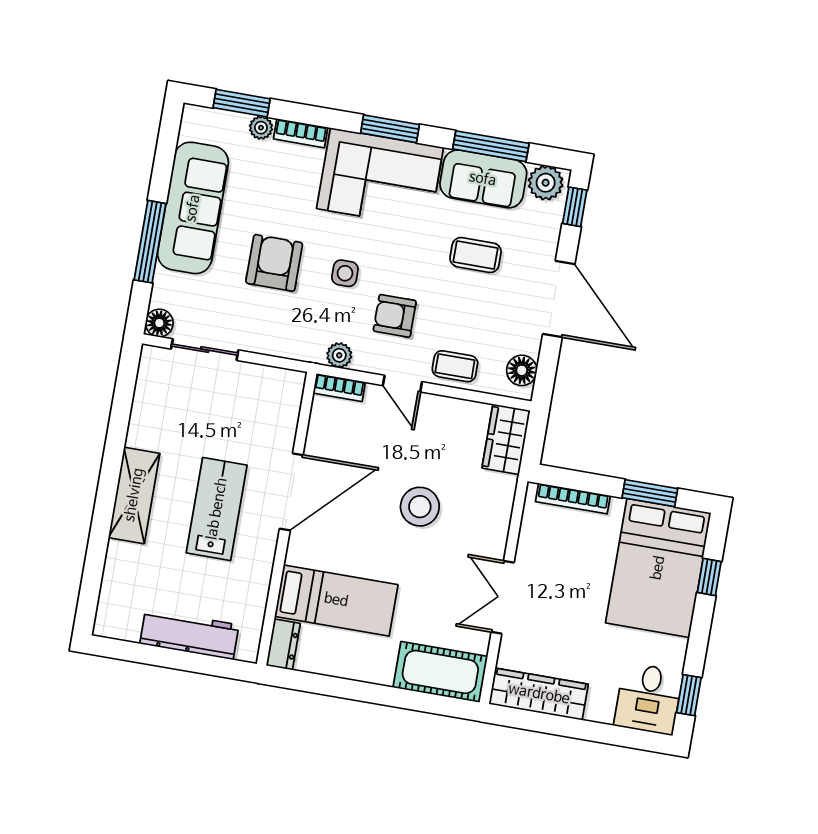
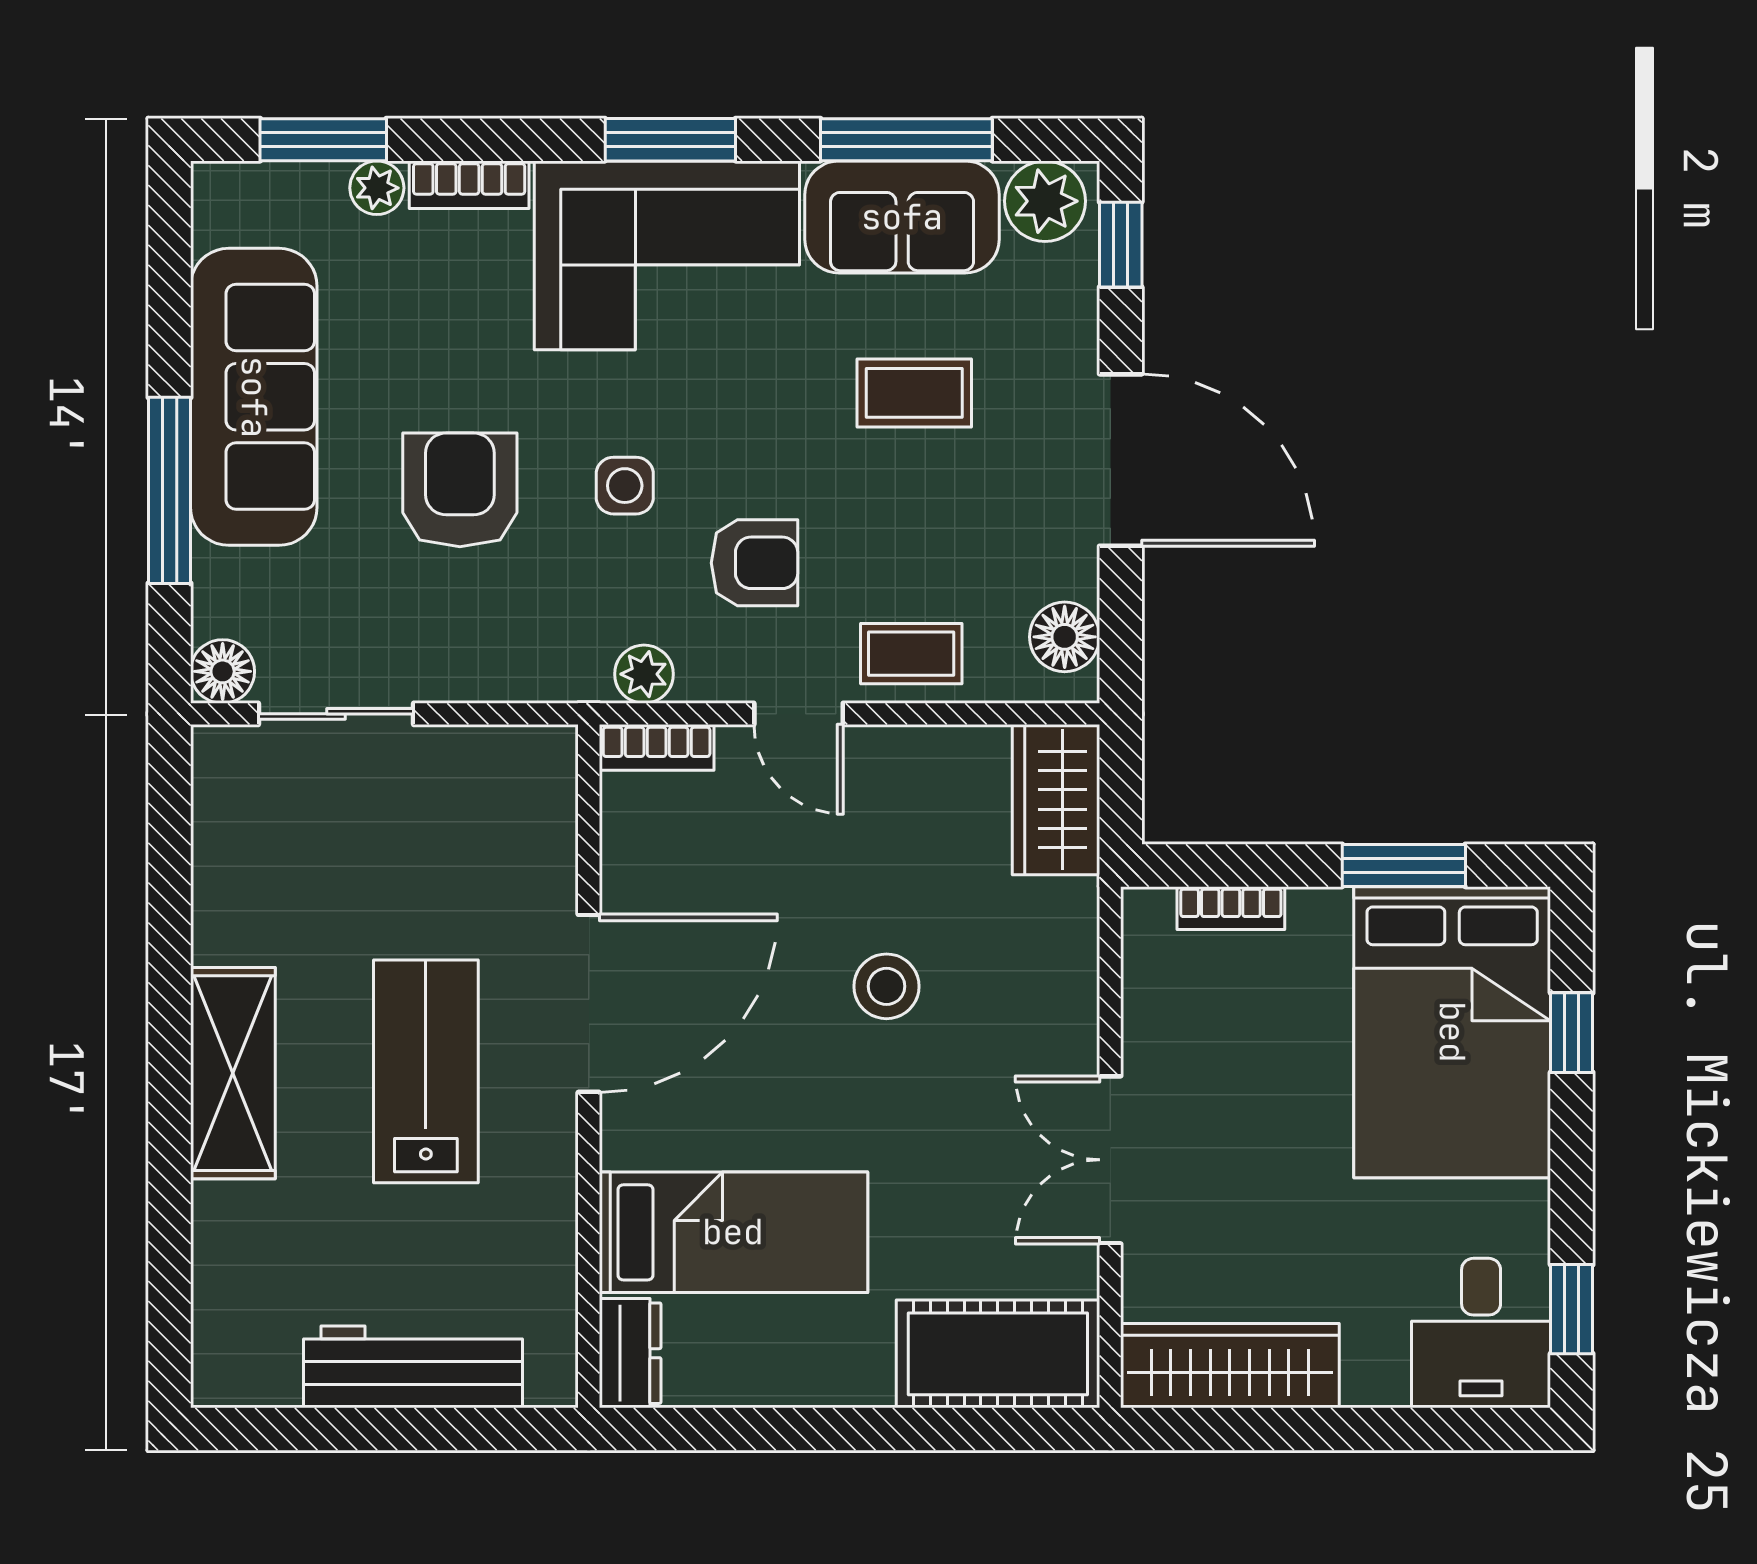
armchair: (395, 316) -> (755, 563), turned 180
bookcase: (573, 499) -> (1231, 908), width x0.64
stool: (420, 507) -> (886, 986), width x0.73, depth x0.73

